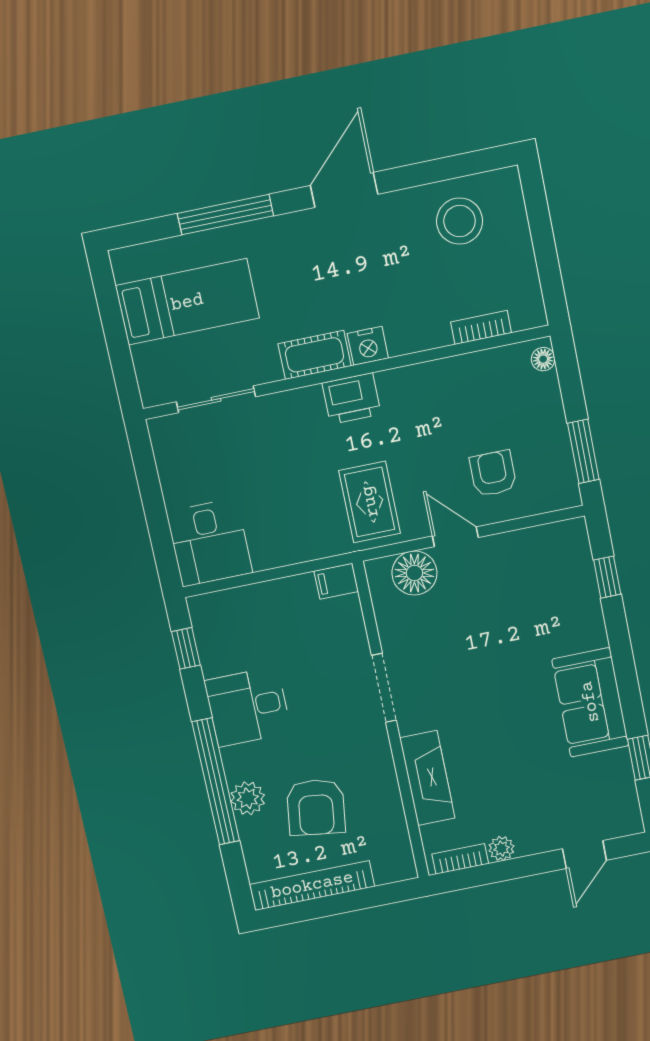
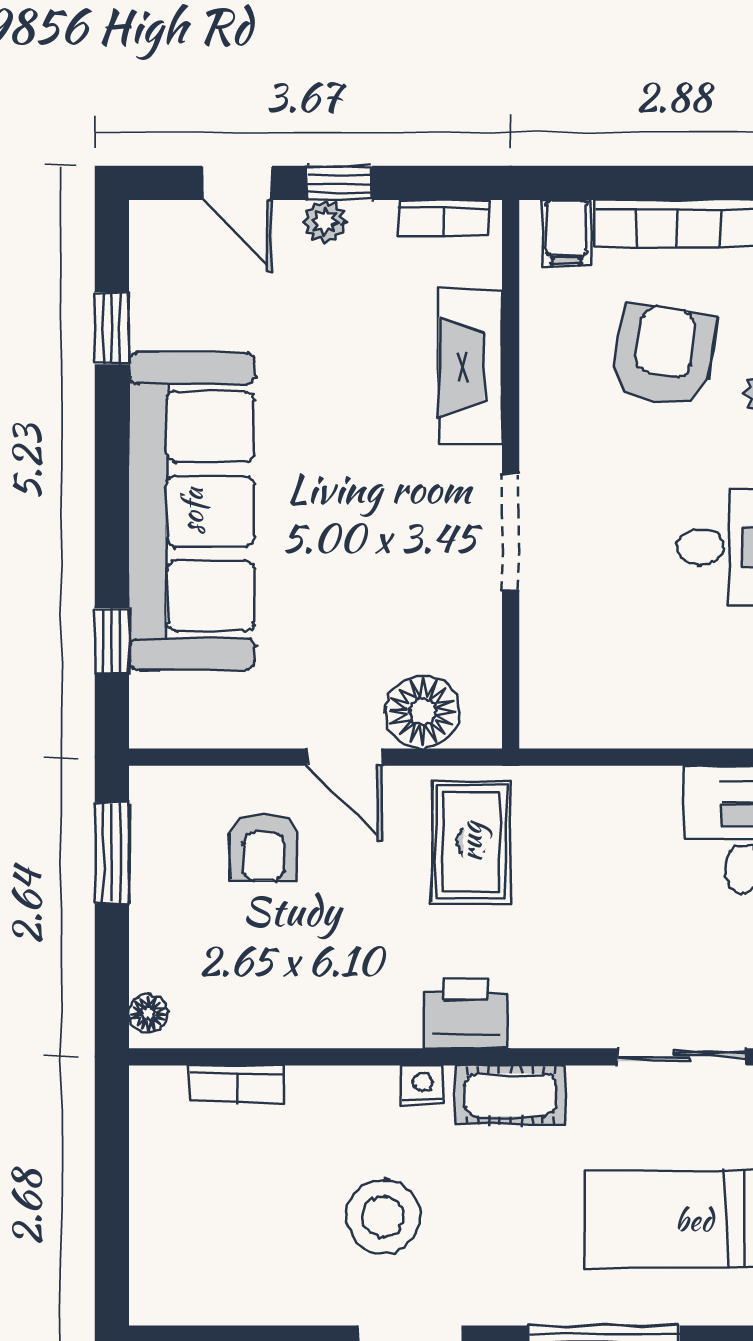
stool: (460, 221) -> (383, 1217), moved
nightstand: (368, 346) -> (423, 1085), width x0.72, depth x0.74
filing cabinet: (336, 581) -> (566, 232), moved, turned 90
sofa: (590, 702) -> (192, 511), width x1.85, depth x1.27
plant: (501, 848) -> (325, 222), moved
door: (584, 854) -> (237, 183), swing flipped
window: (525, 866) -> (339, 183), added

